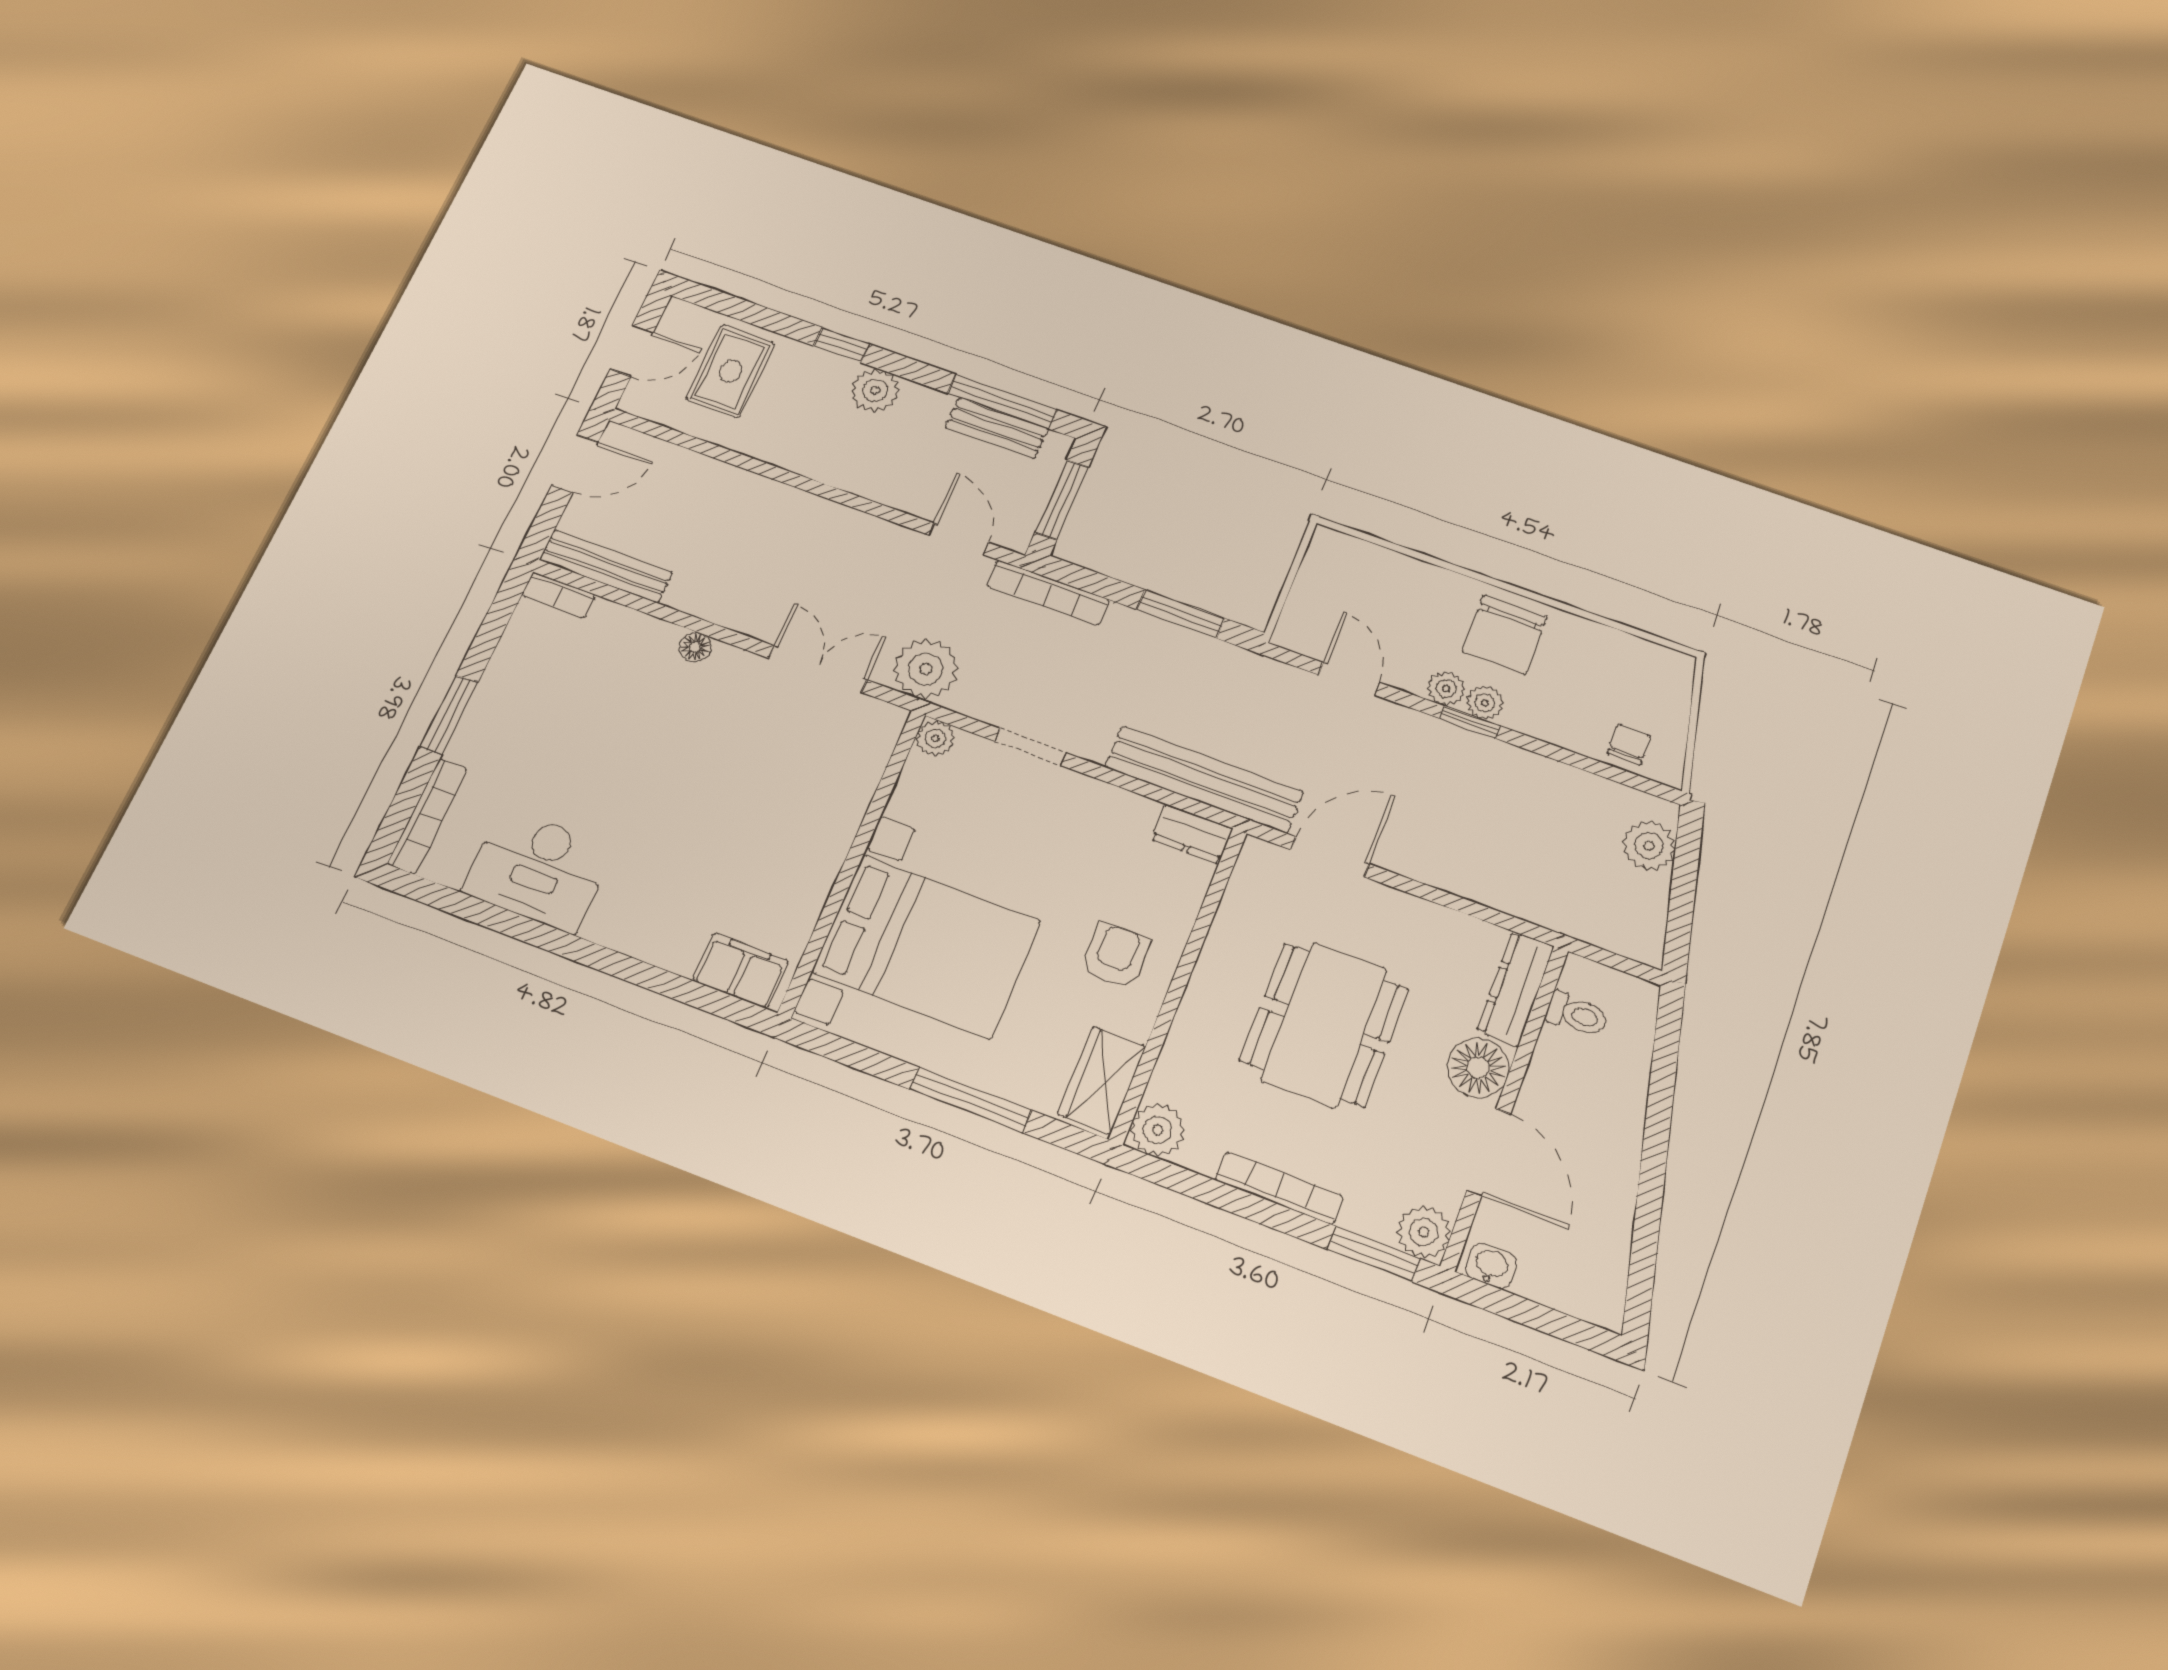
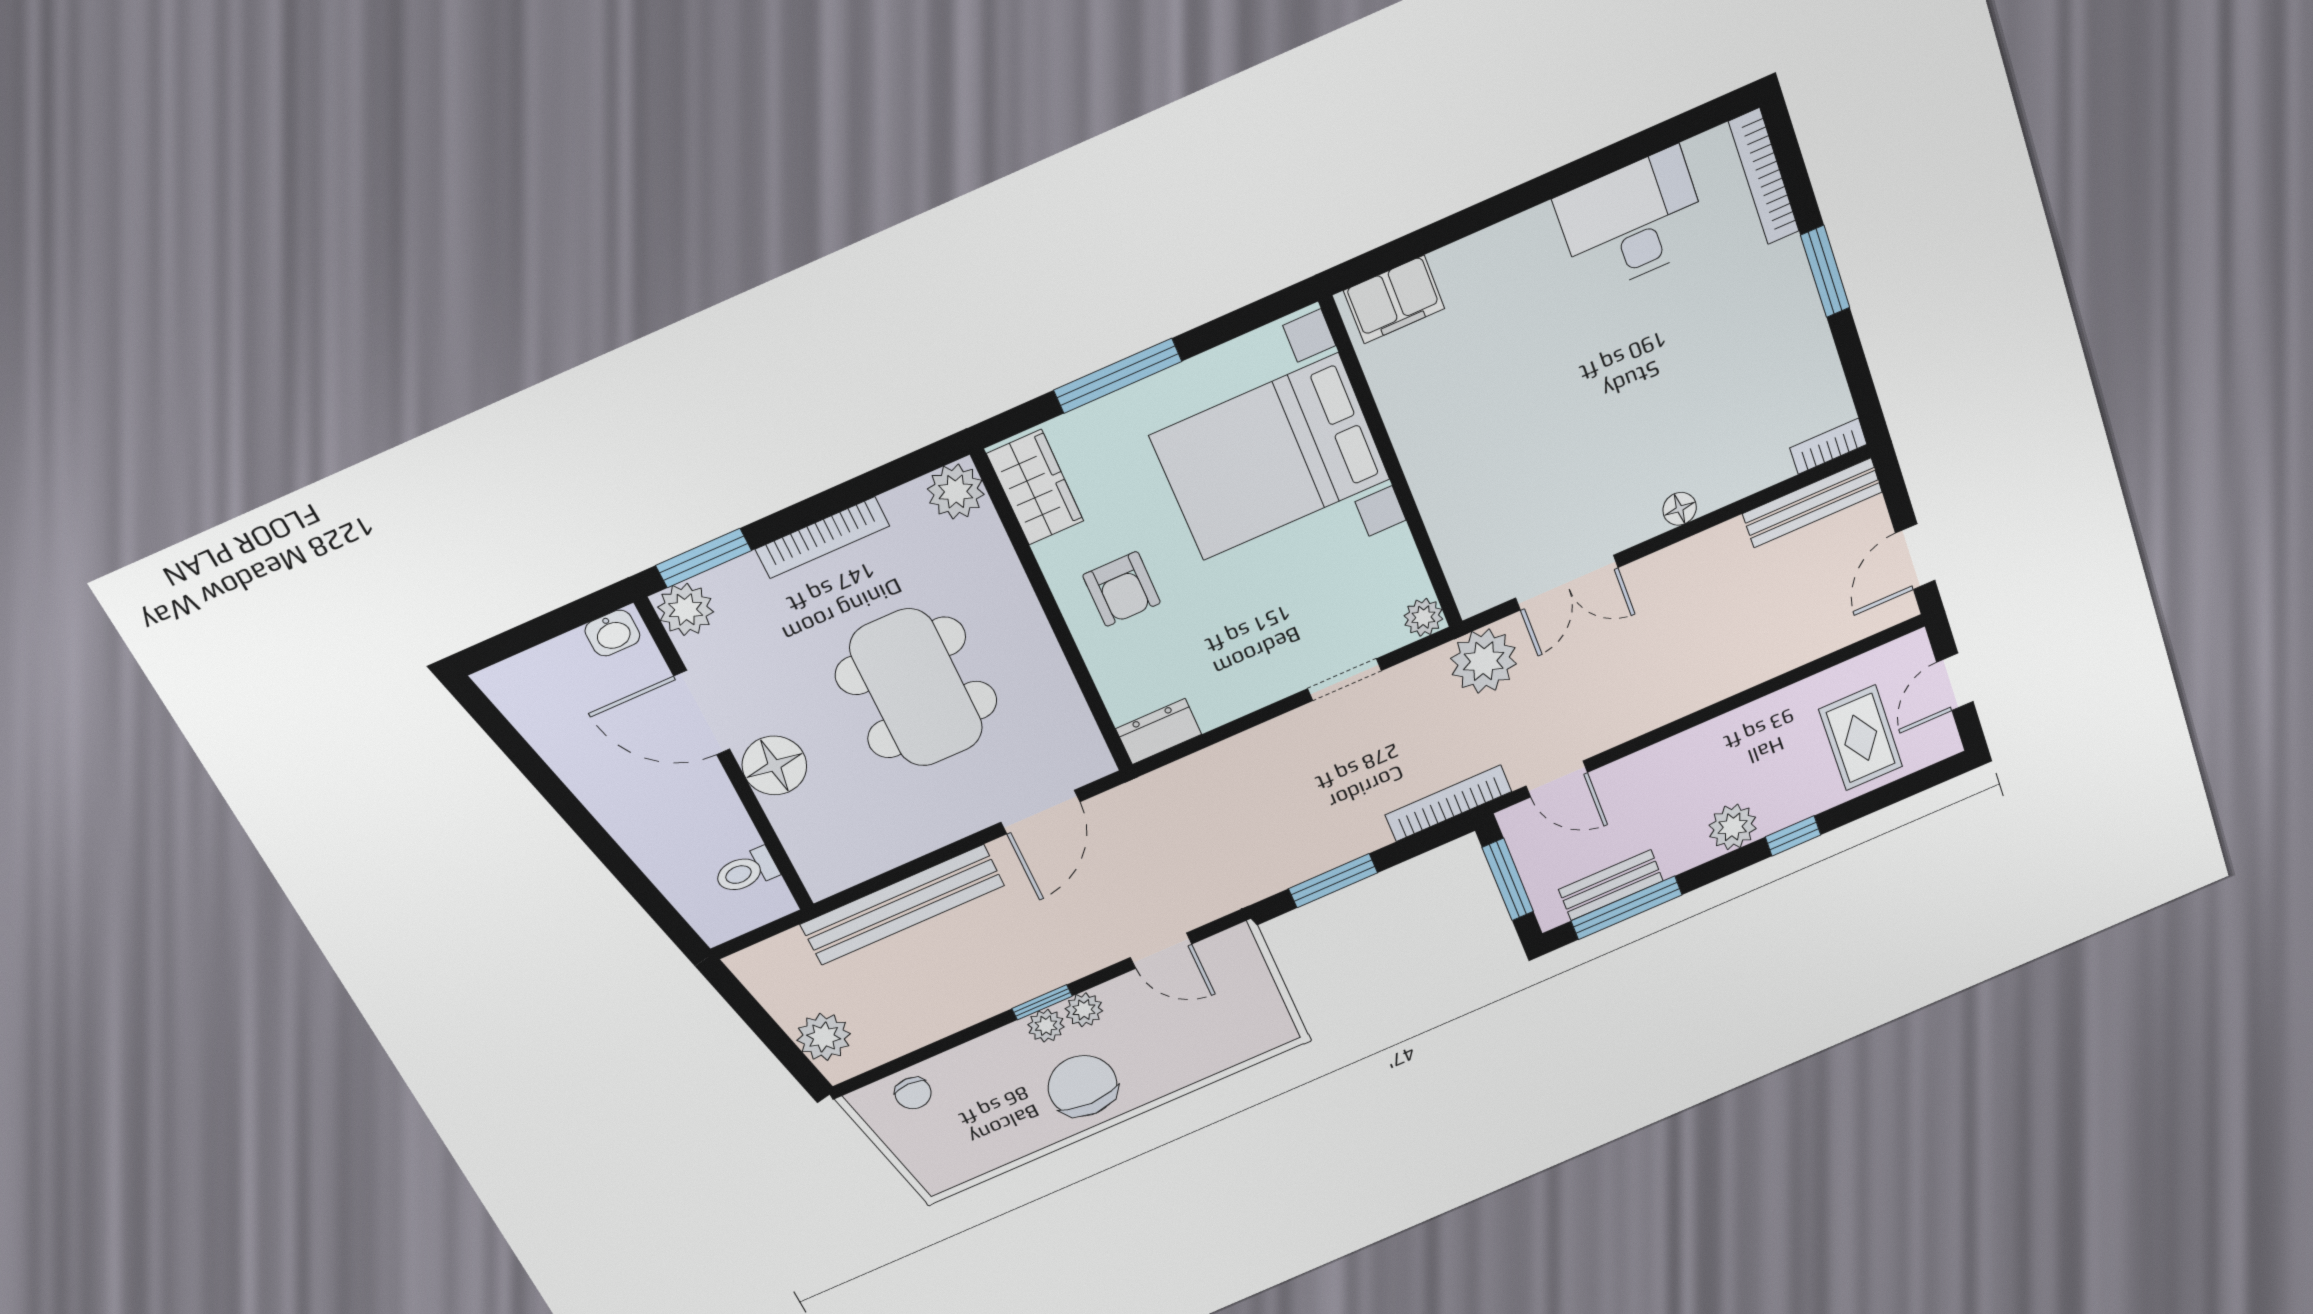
bench: (1204, 779) -> (902, 905), moved
dresser: (1515, 989) -> (808, 847), removed

